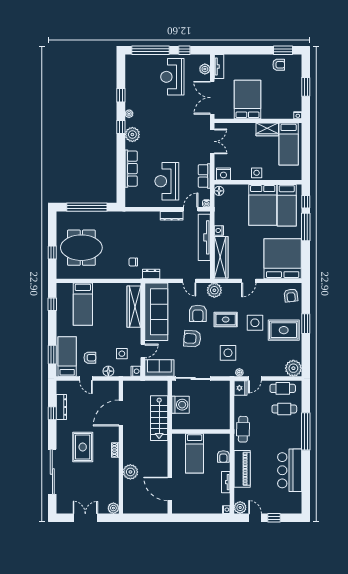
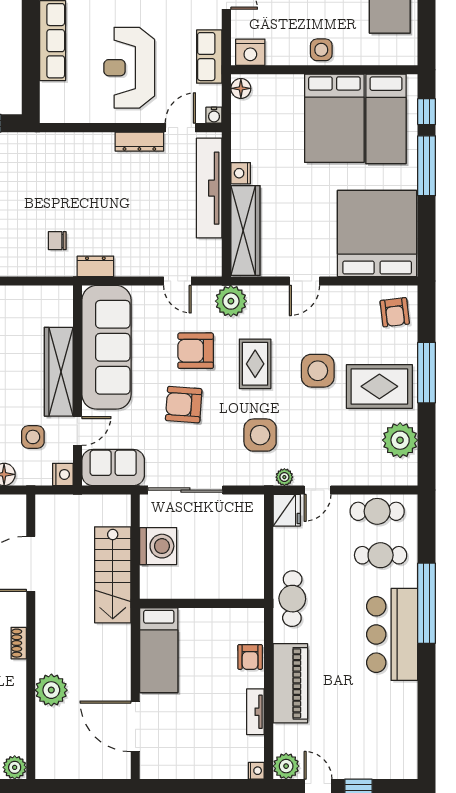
wardrobe: (134, 307) -> (59, 372), moved
armchair: (198, 313) -> (196, 351), turned 90
rug: (226, 320) -> (255, 364), turned 90
window: (306, 324) -> (427, 373), width x1.44
plant: (293, 368) -> (400, 440), moved
bed: (195, 453) -> (159, 650), moved
bar counter: (290, 470) -> (392, 634), moved

